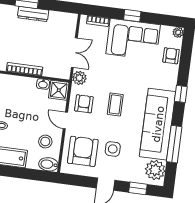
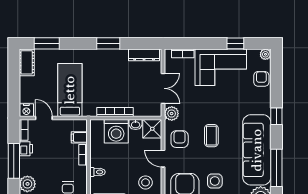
dresser: (33, 14) -> (144, 55), moved
window: (132, 16) -> (235, 43), moved
washing machine: (23, 88) -> (116, 131), added

